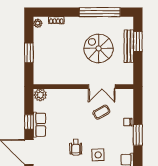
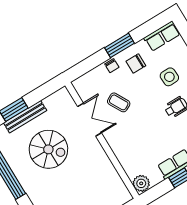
spiral stairs: (99, 48) -> (48, 149), turned -90
chair: (120, 138) -> (136, 63), added

